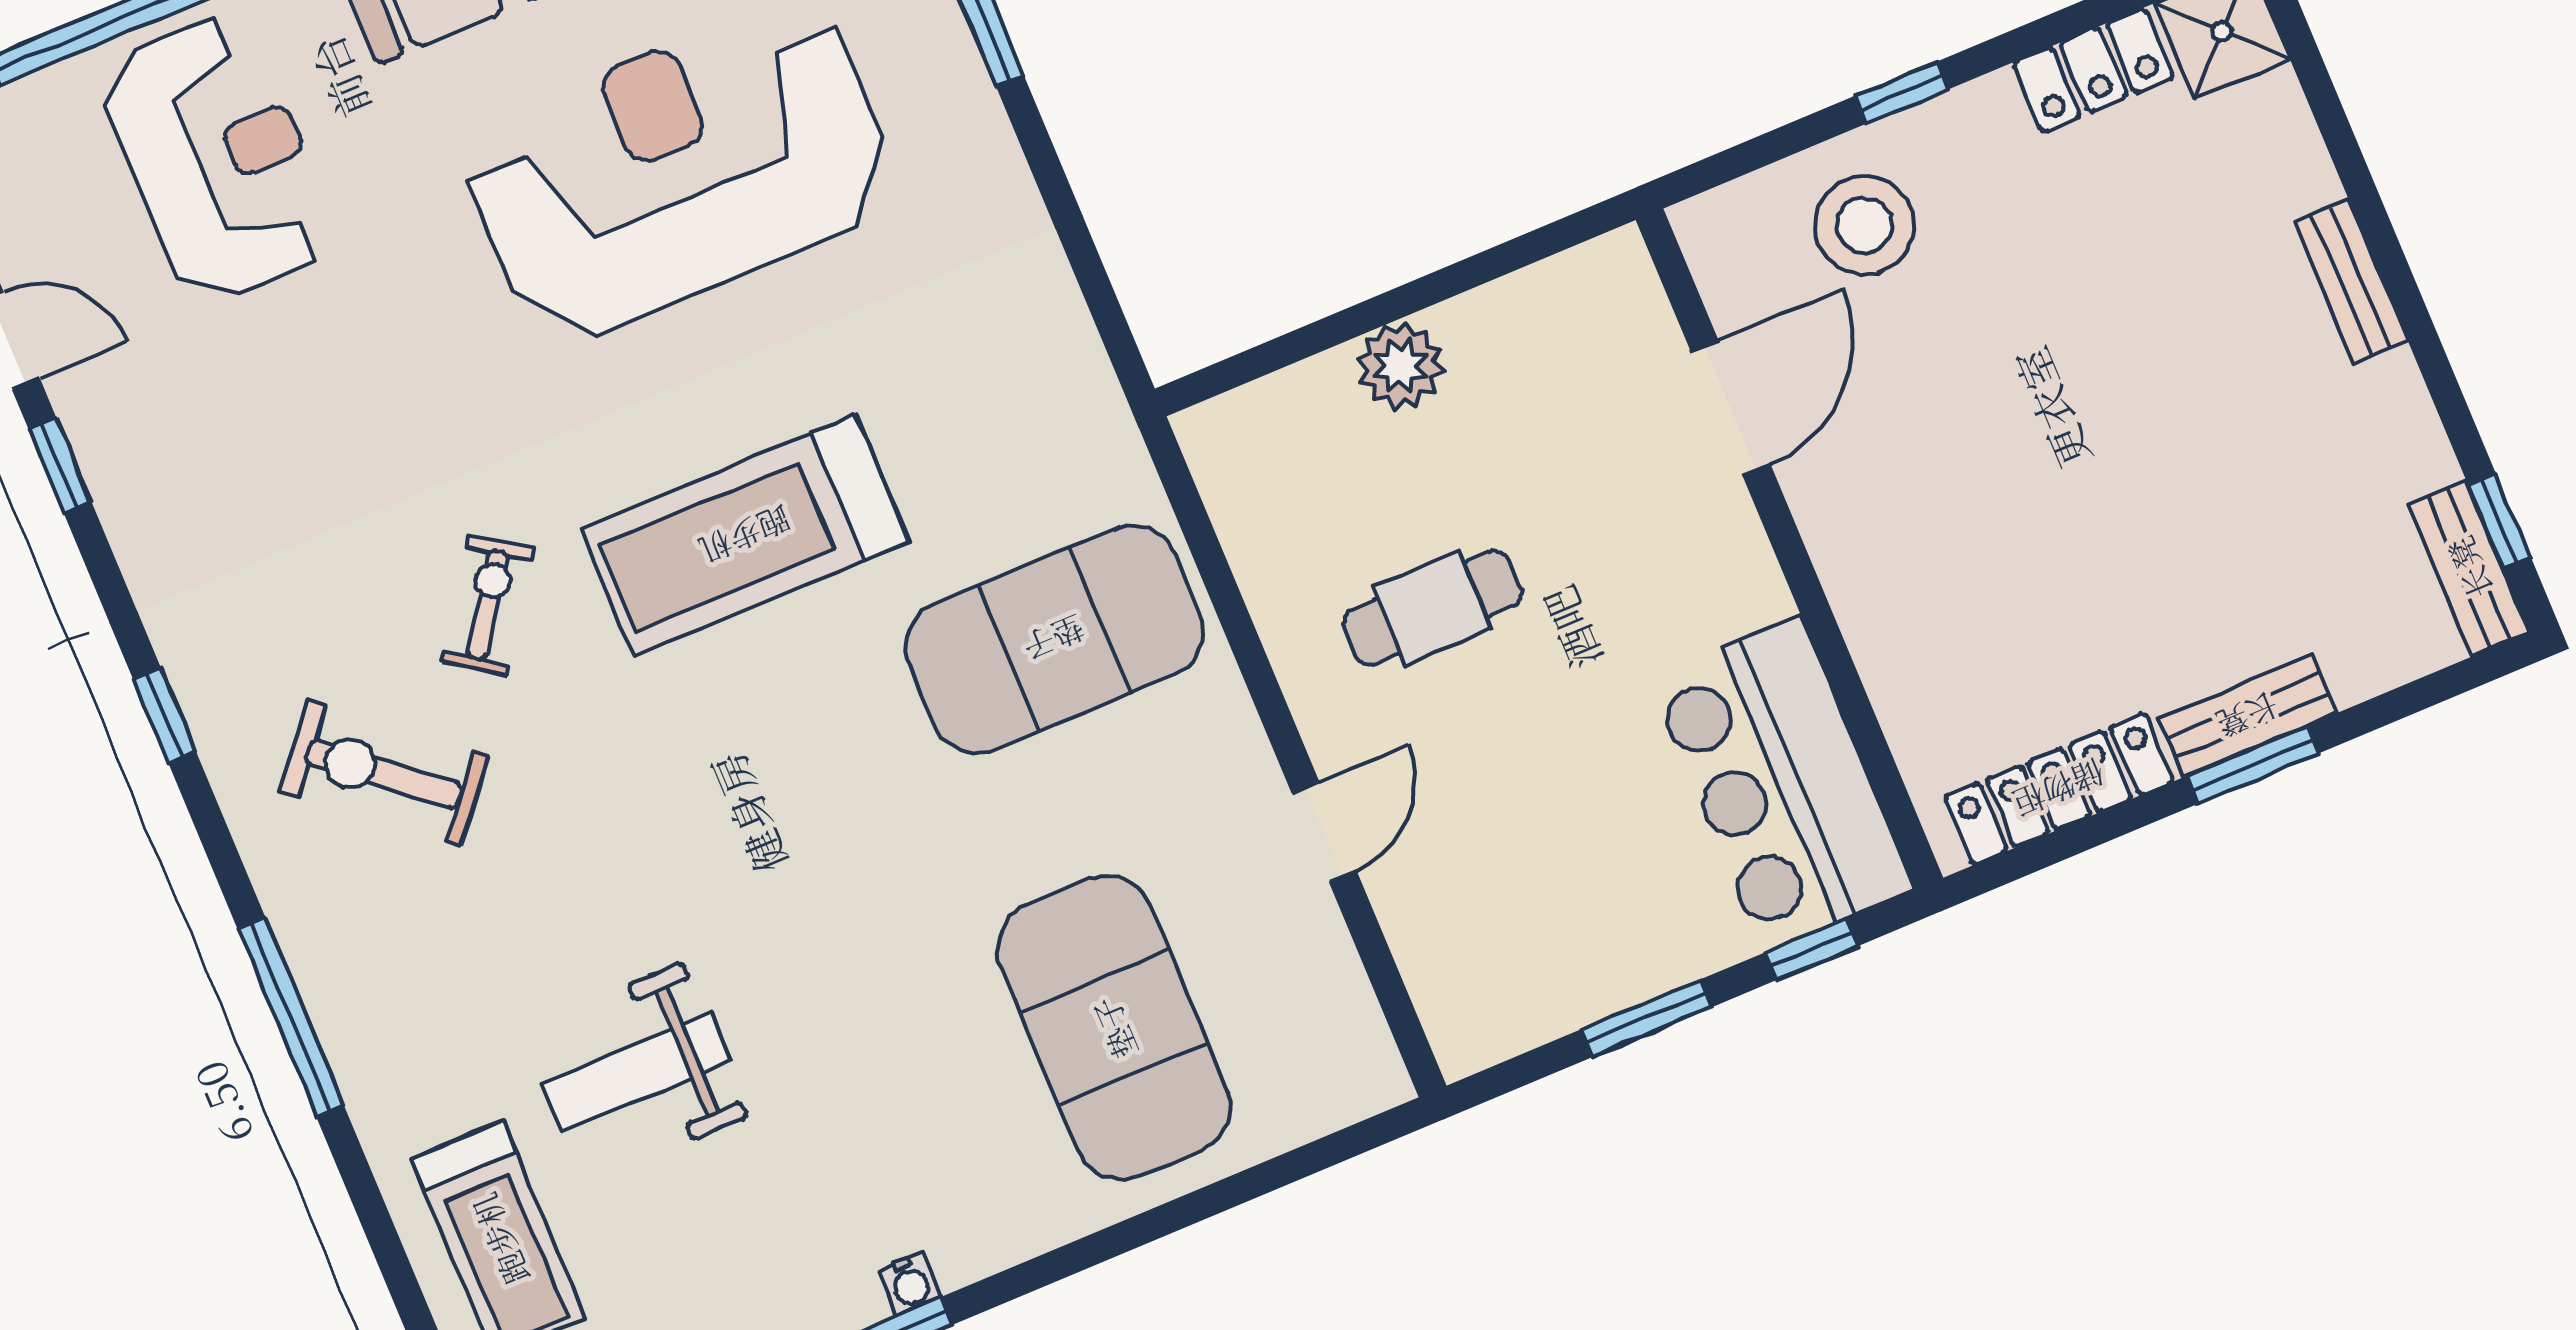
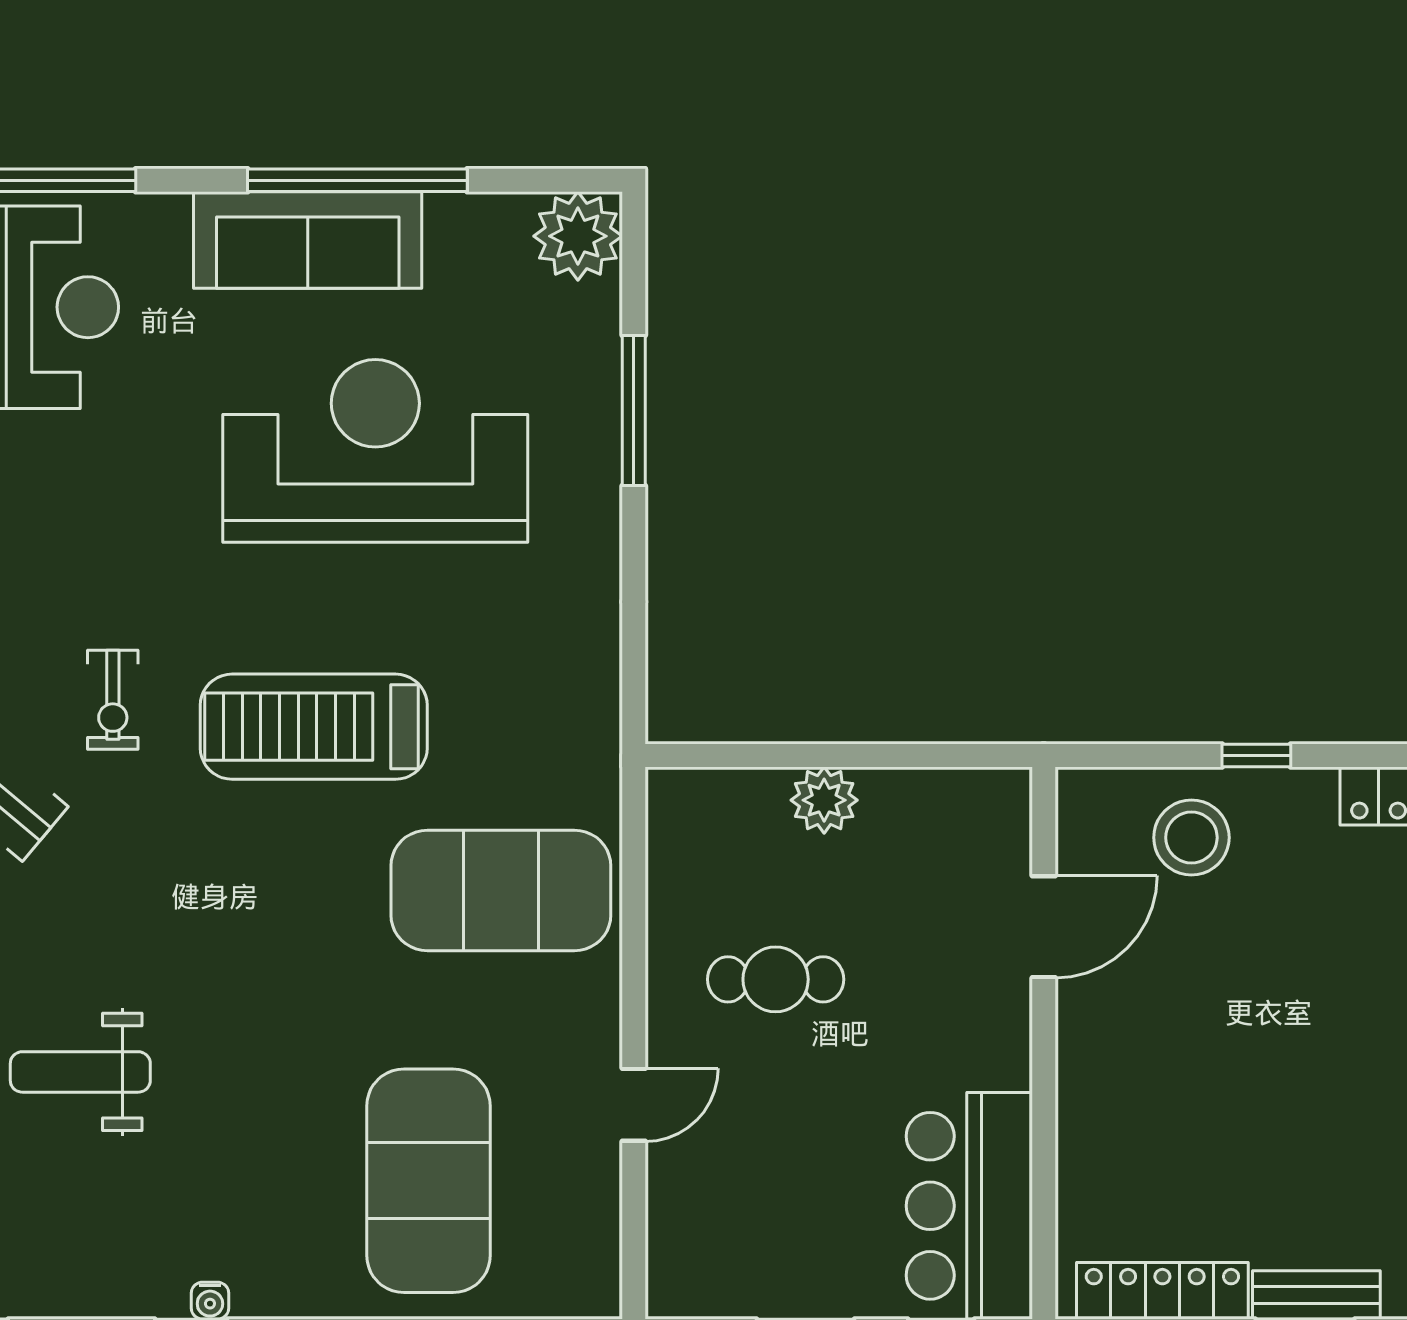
exercise bike: (488, 605) -> (113, 700), turned 145

